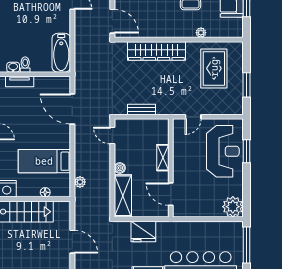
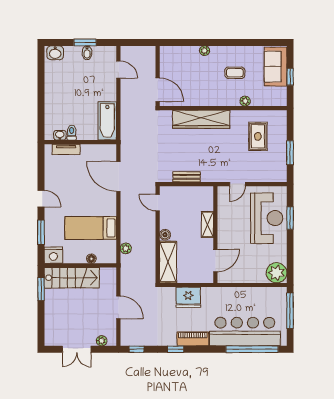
rug: (214, 68) -> (258, 136), width x0.73, depth x0.70
door: (171, 194) -> (215, 260), swing flipped

